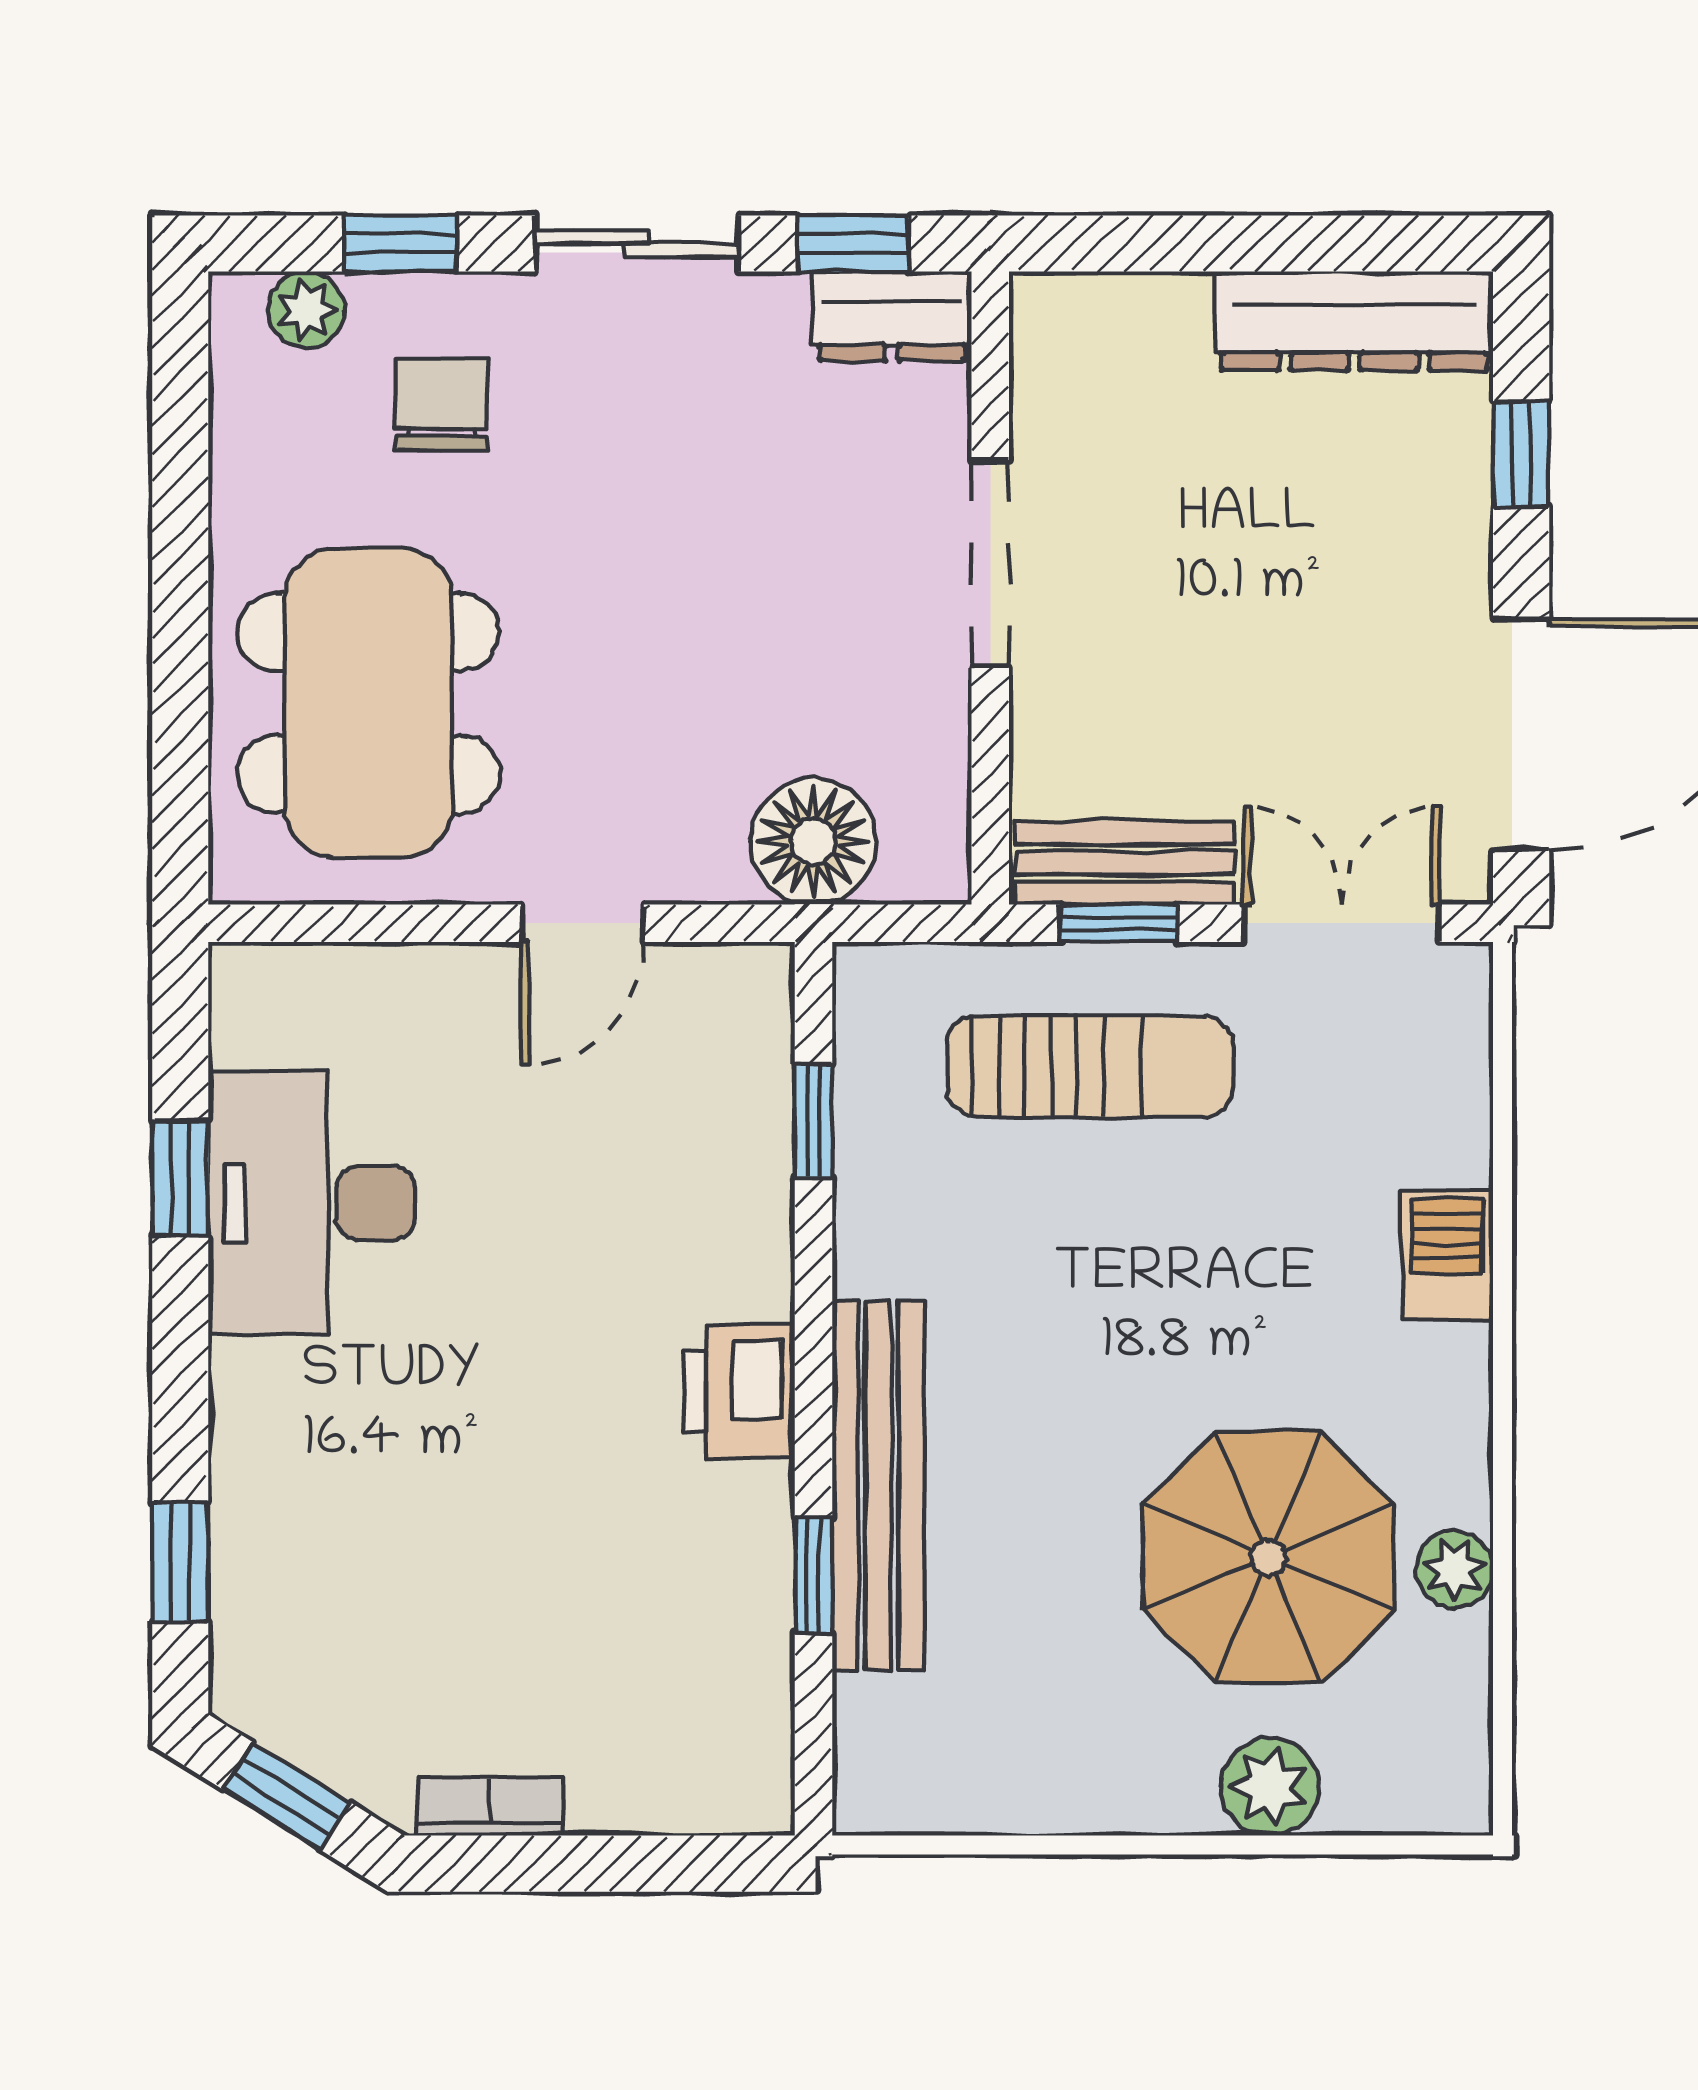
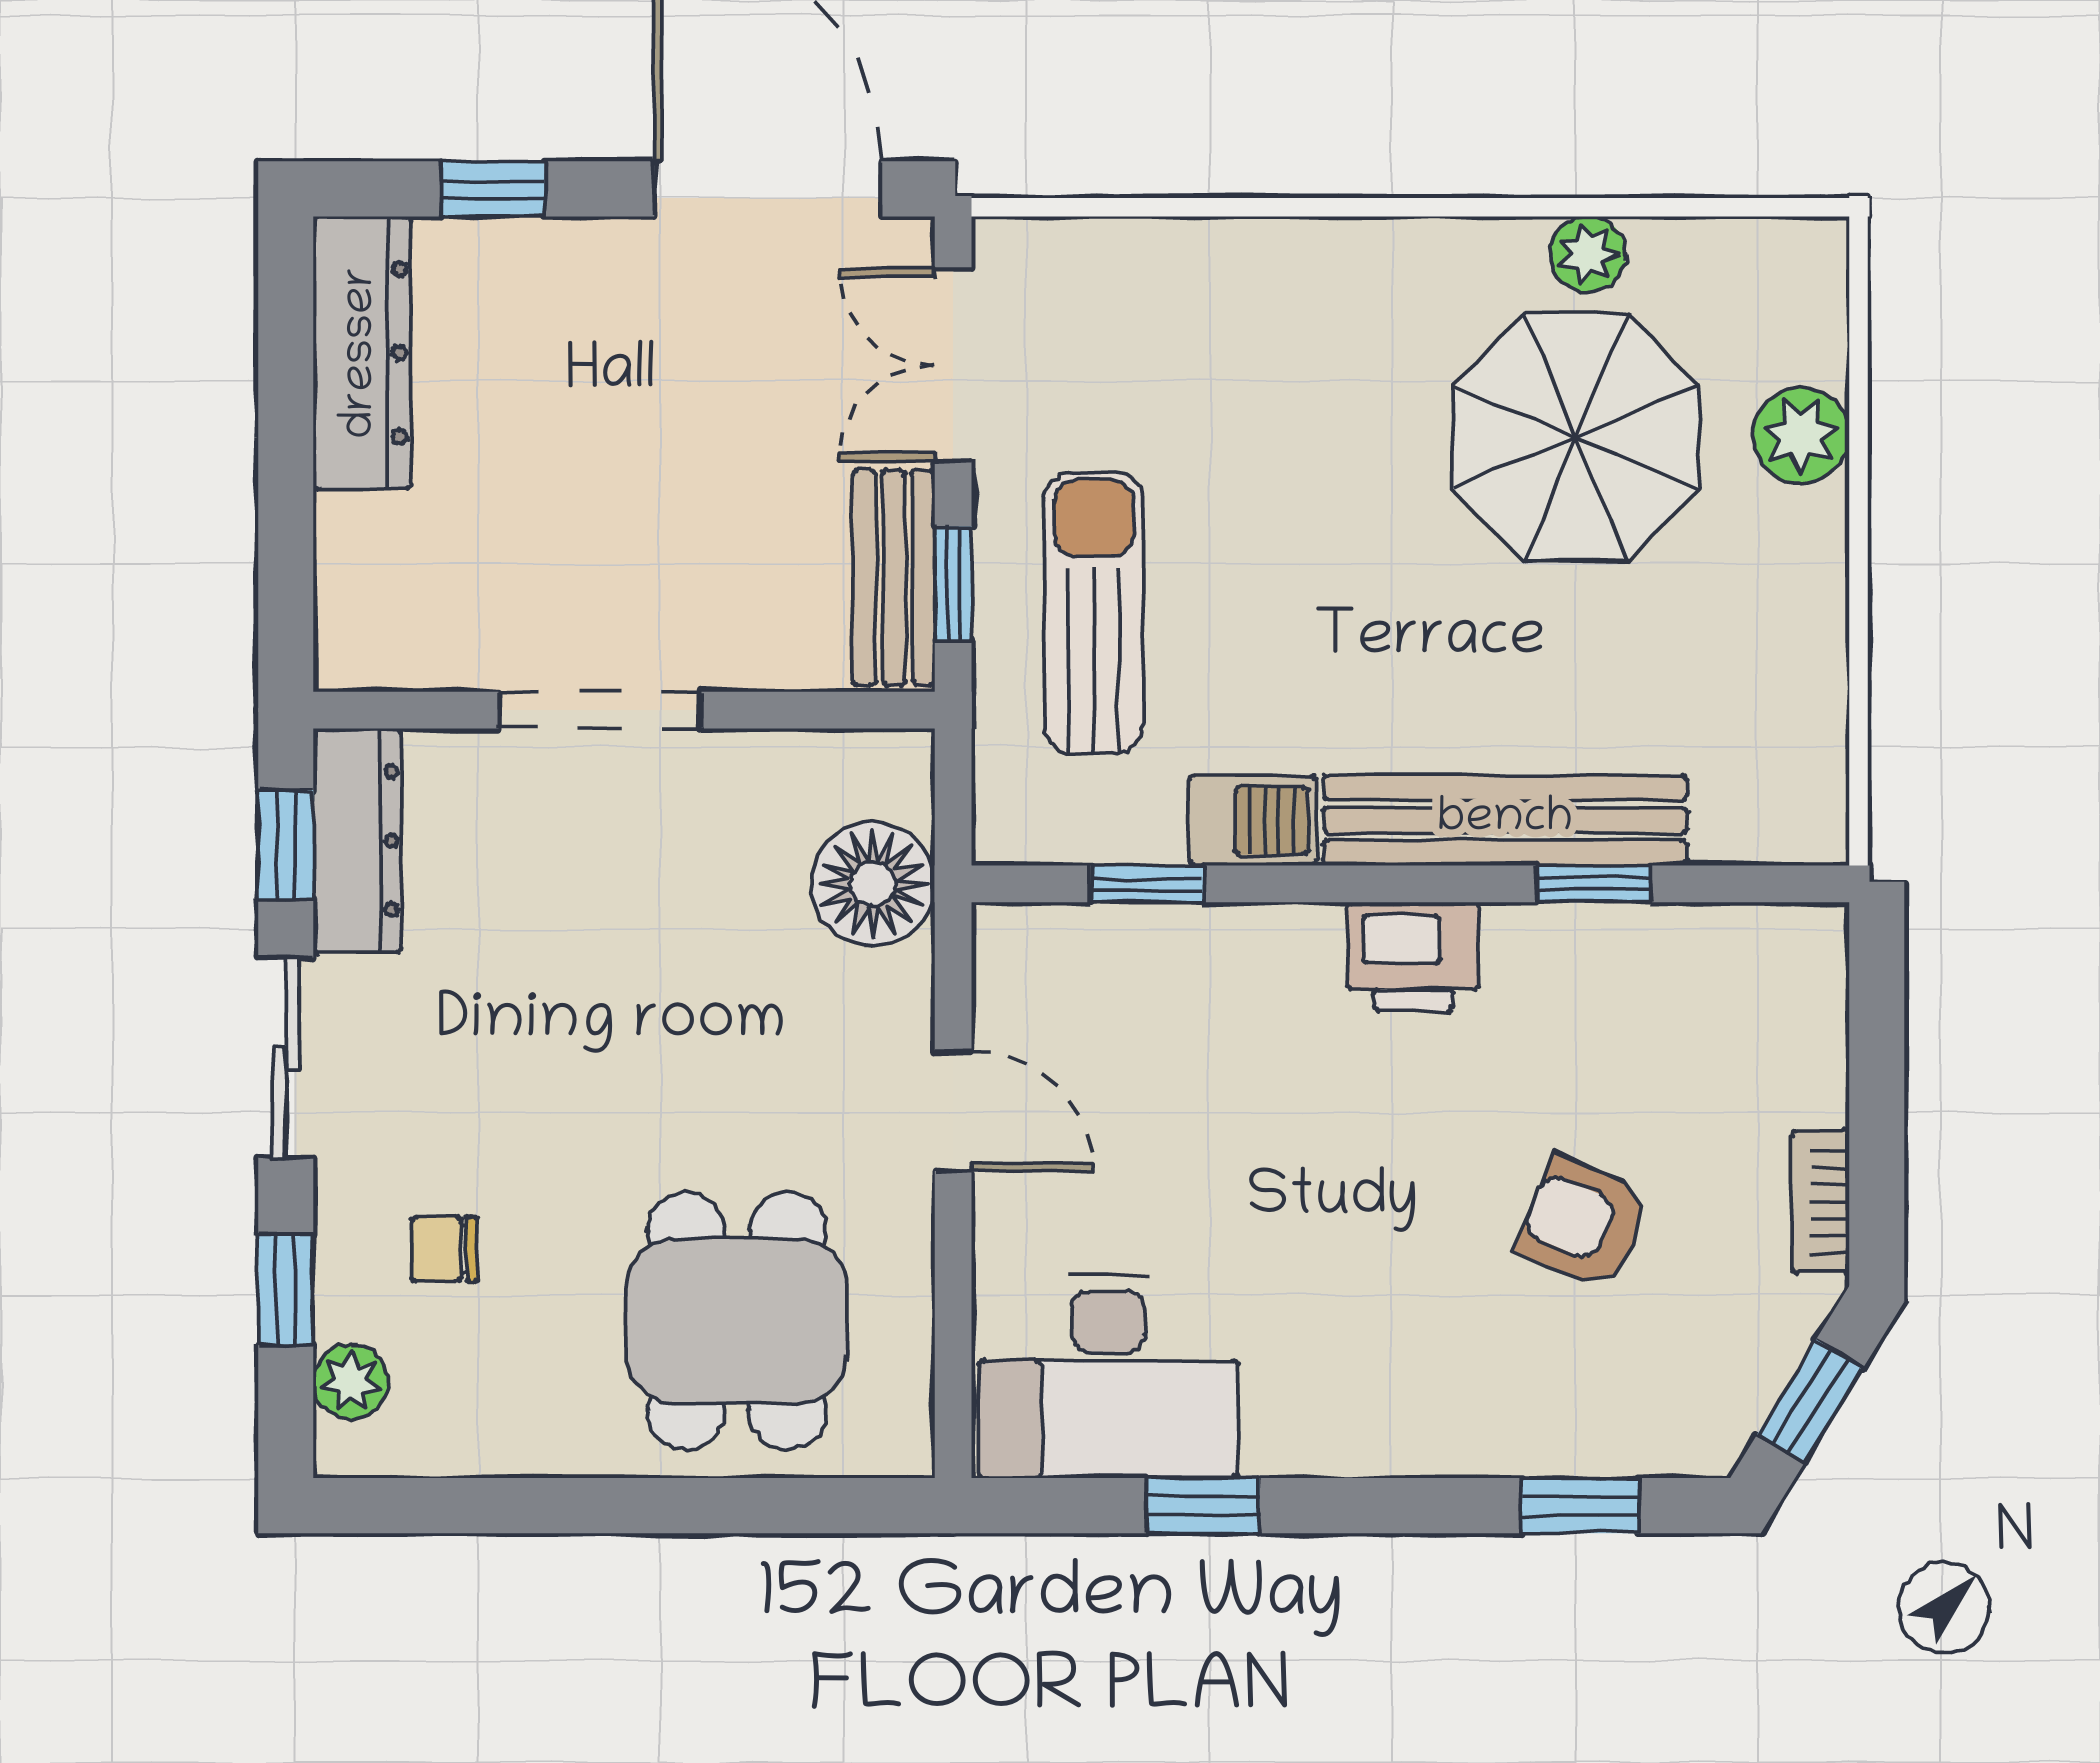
dresser: (892, 316) -> (357, 841), width x1.44
chair: (441, 405) -> (444, 1249), width x0.73, depth x0.73
dining table: (368, 703) -> (737, 1321), width x0.73
desk: (312, 1203) -> (1108, 1377), moved
barbecue: (1447, 1255) -> (1253, 821), moved, turned 180
armchair: (468, 1565) -> (1583, 1223), added

